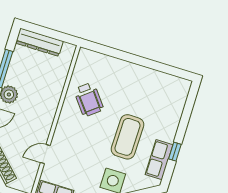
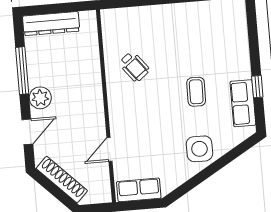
wheelchair: (89, 99) -> (134, 67), width x0.73, depth x0.73
coffee table: (127, 137) -> (196, 92), width x0.54, depth x0.58

